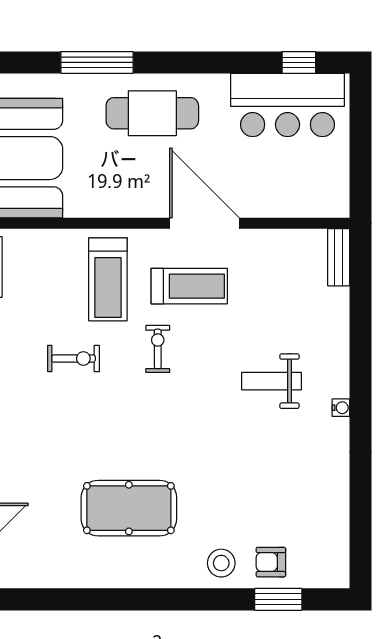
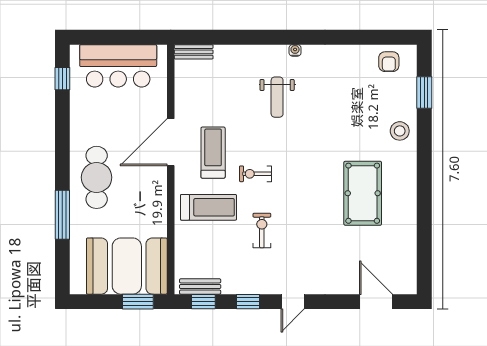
bar counter: (287, 105) -> (118, 66), moved, turned 90
armchair: (271, 562) -> (389, 62), moved

